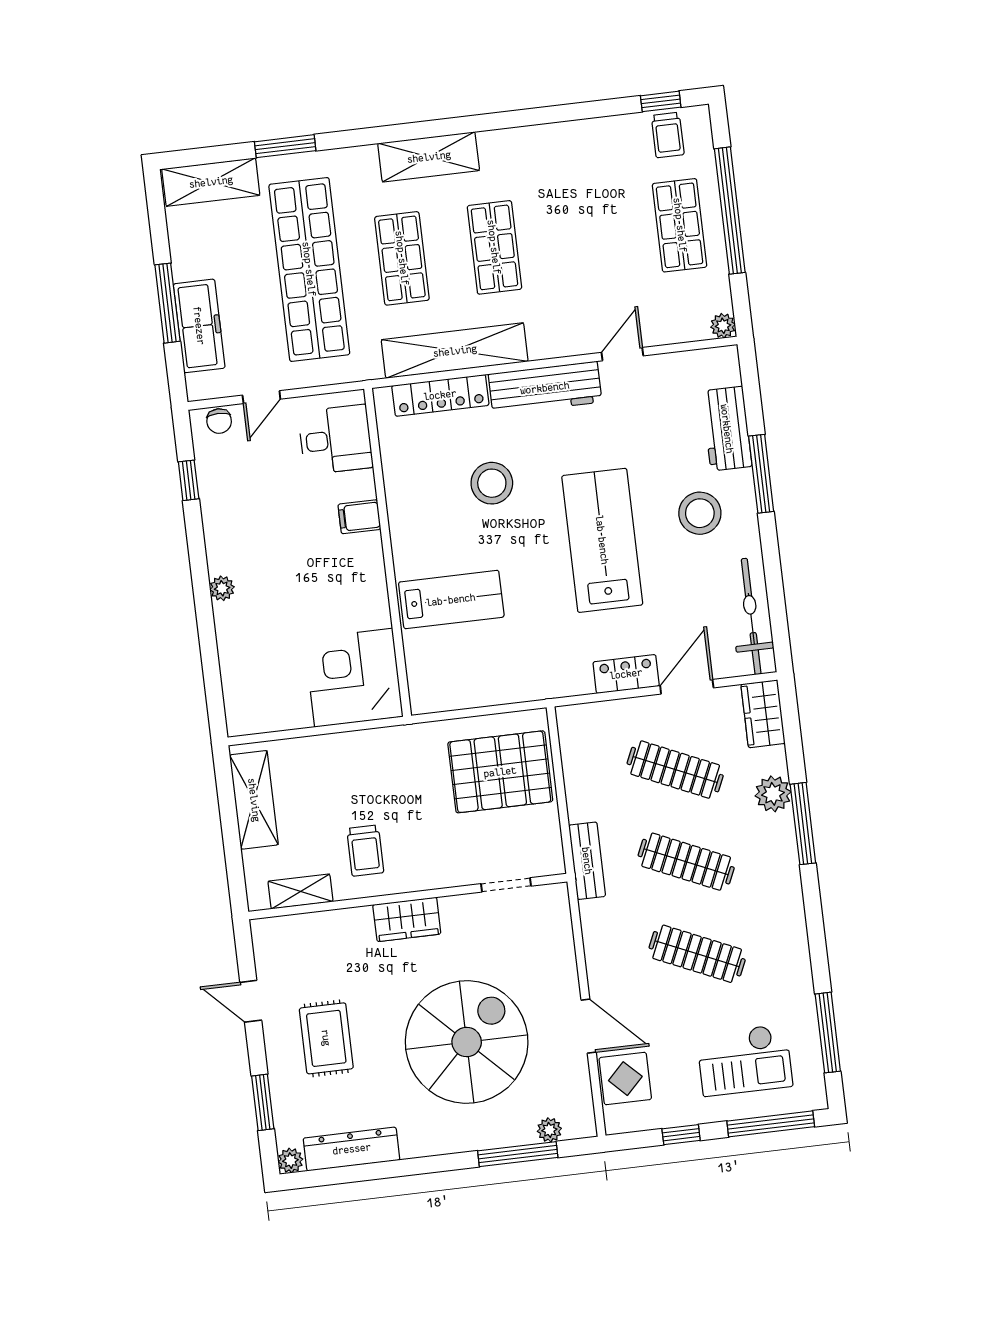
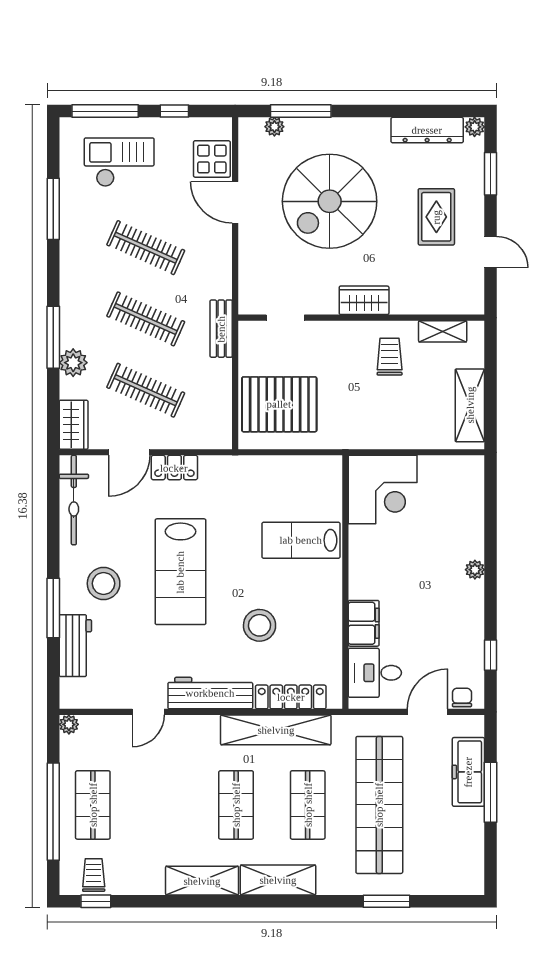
shelving: (211, 182) -> (202, 881), moved
door: (261, 397) -> (427, 712), width x1.38
filing cabinet: (359, 517) -> (364, 623), width x2.00
window: (828, 1033) -> (53, 209), moved

